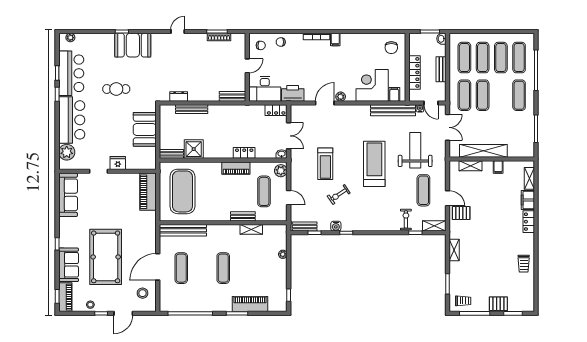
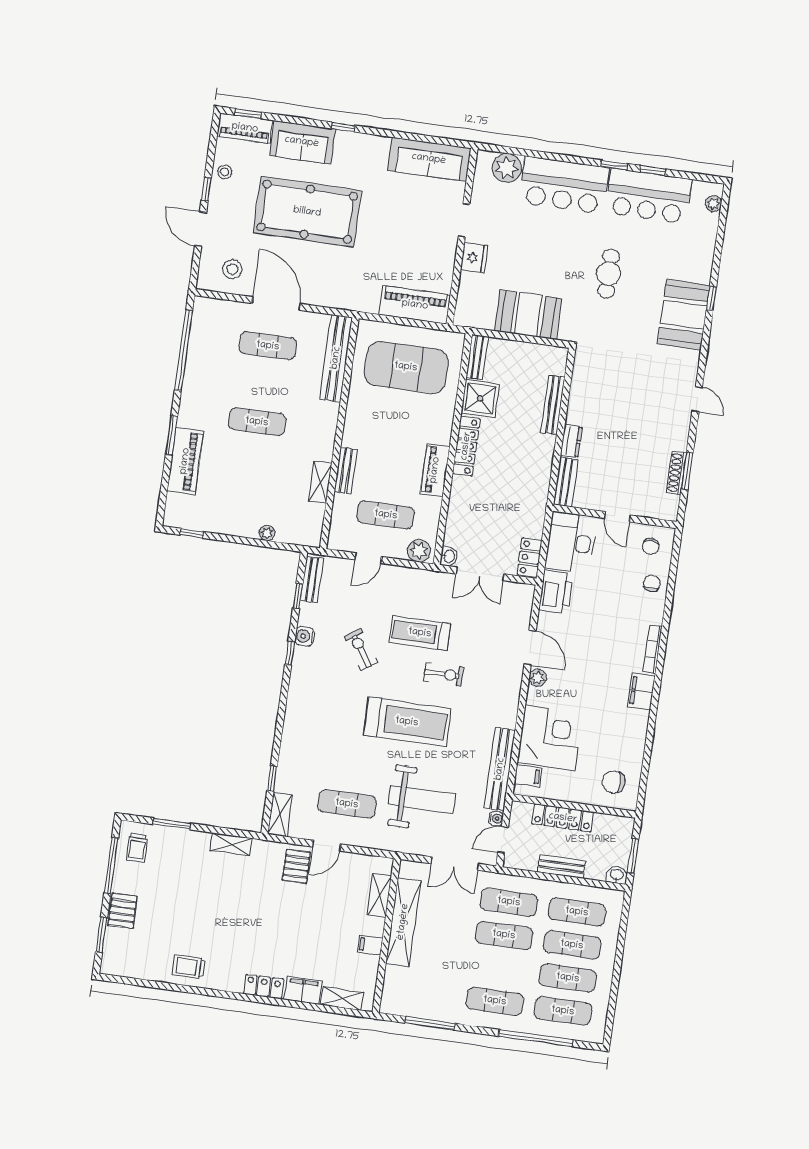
filing cabinet: (335, 39) -> (641, 691), width x2.00
dresser: (179, 96) -> (571, 441), moved
locker: (244, 153) -> (466, 446), moved, width x1.53
exercise bike: (406, 219) -> (444, 674), moved

